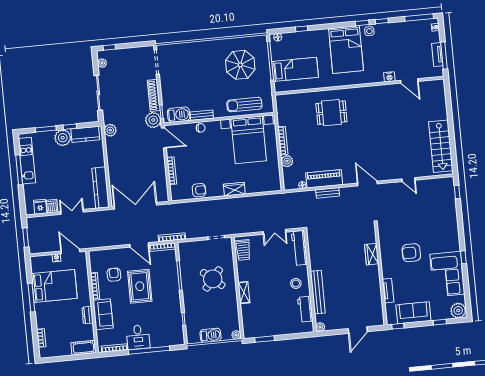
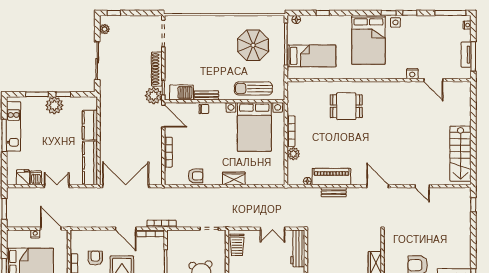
plant: (110, 130) -> (106, 102), removed
kitchen counter: (85, 134) -> (90, 125), moved, turned 90

